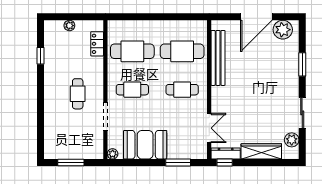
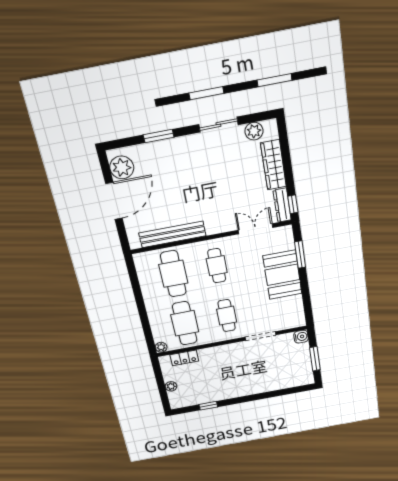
door: (256, 17) -> (114, 201), hinge flipped
cafe table: (78, 94) -> (241, 366), removed
booth: (145, 145) -> (282, 275), moved
water cooler: (97, 153) -> (301, 337), added
plant: (113, 154) -> (161, 347), moved

